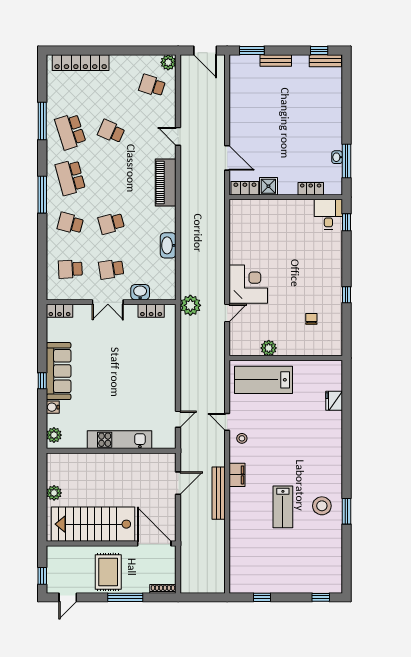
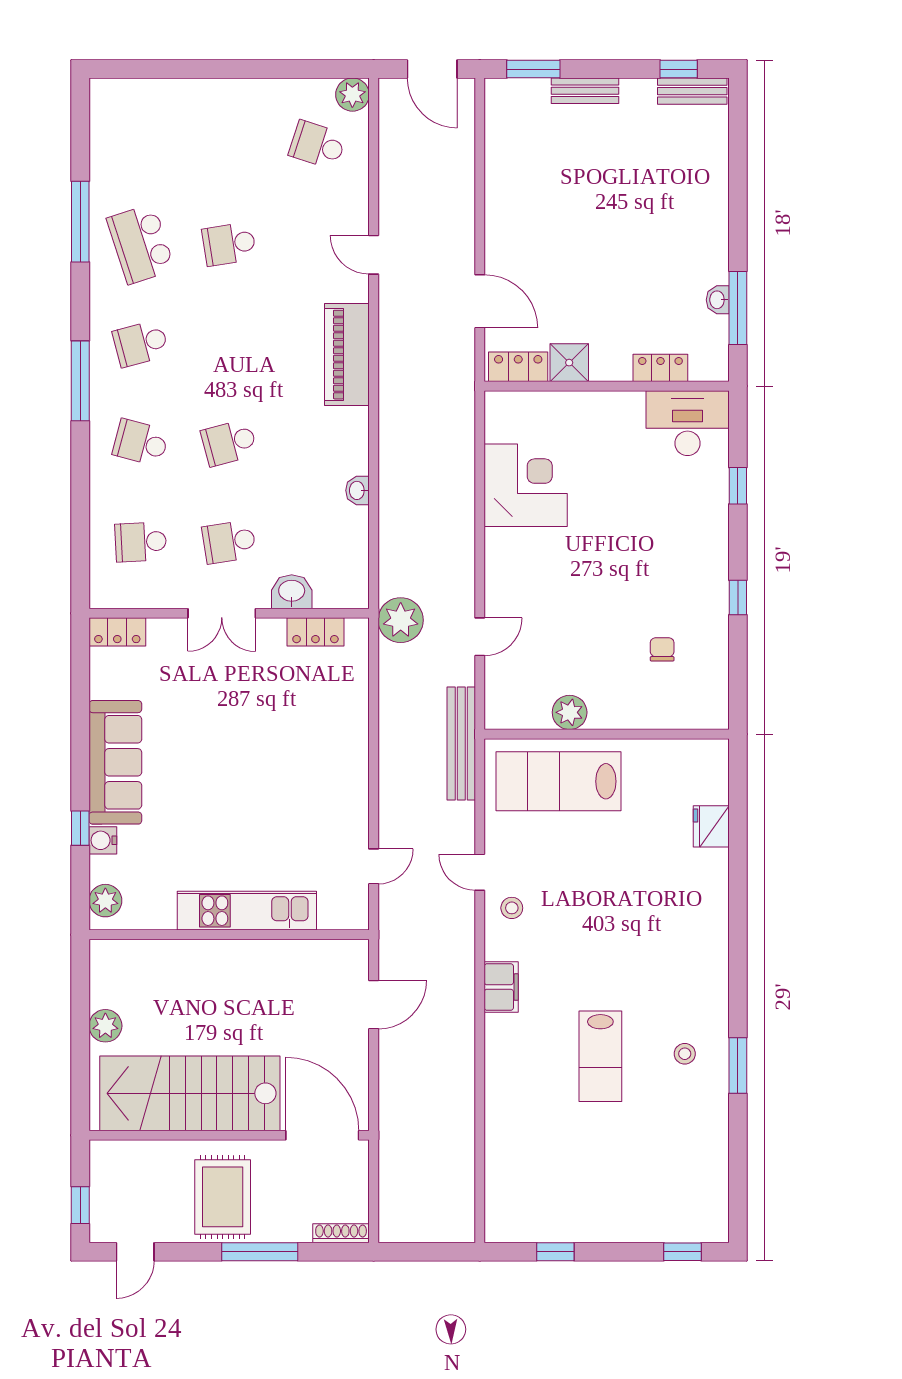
locker: (81, 63) -> (163, 95), removed
school desk: (111, 131) -> (229, 244), turned -33
school desk: (70, 177) -> (141, 343), width x0.54
desk: (328, 214) -> (688, 423), width x1.37
window: (346, 222) -> (738, 486), moved
washbasin: (168, 245) -> (358, 490), width x0.52, depth x0.69
corner desk: (248, 284) -> (526, 485), moved
window: (42, 381) -> (80, 828), moved
bench: (219, 493) -> (461, 743), moved
stool: (322, 506) -> (685, 1054), width x0.53, depth x0.53

